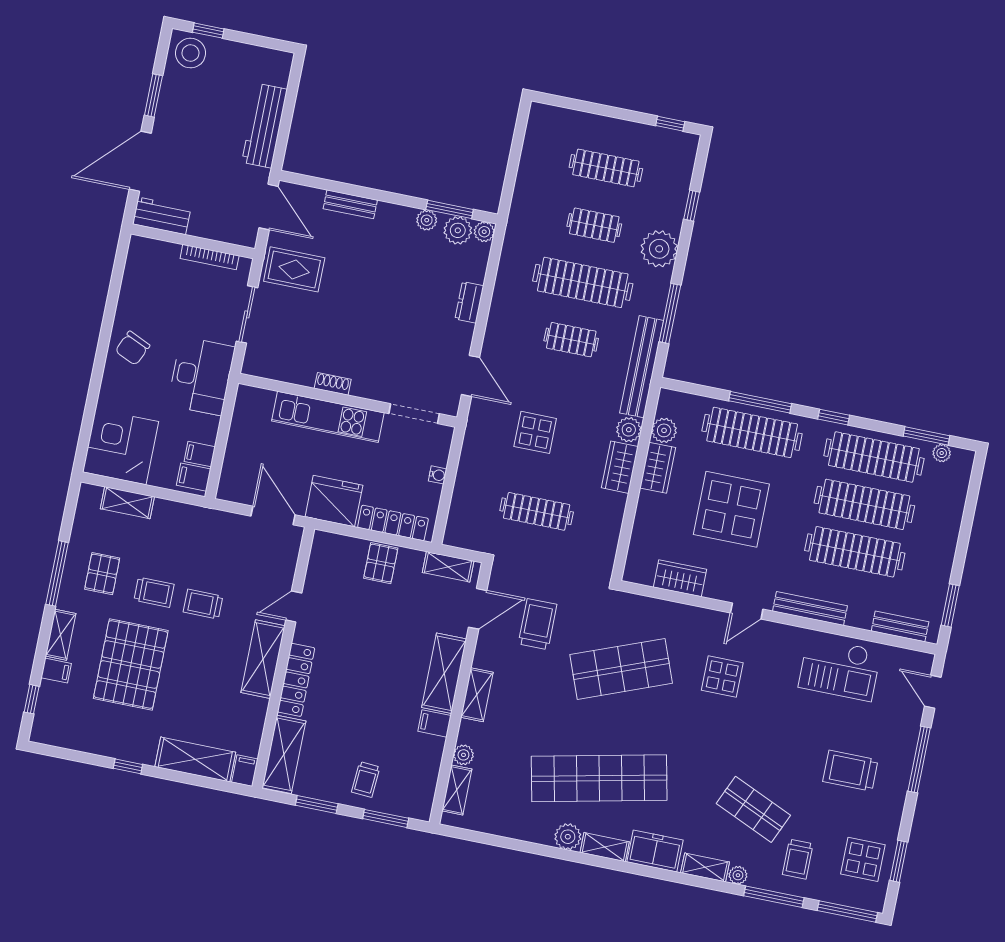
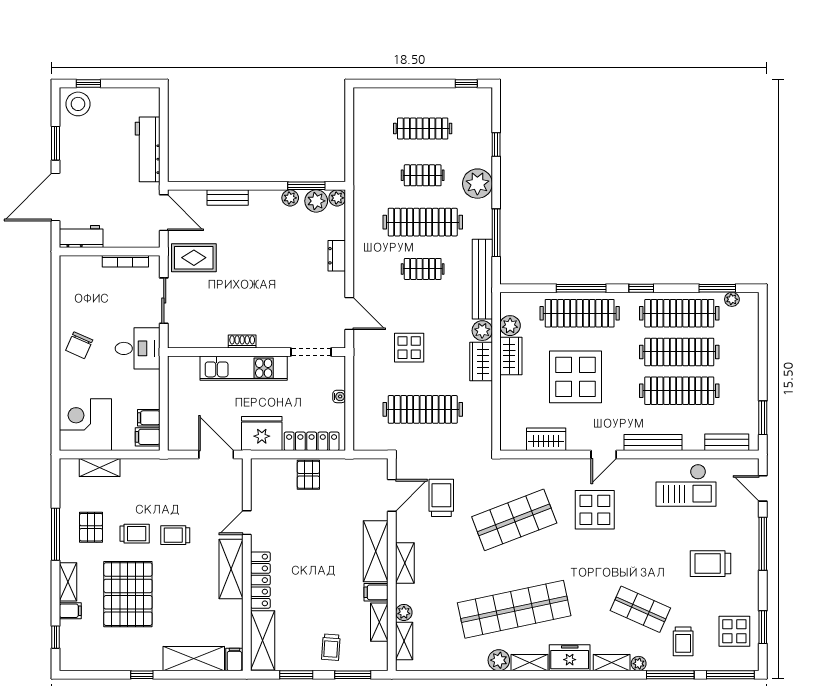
desk: (201, 376) -> (138, 348), width x0.73
clothes rail: (537, 511) -> (423, 409), width x1.37, depth x1.31
shelving: (448, 567) -> (379, 622), moved, turned 90
display table: (722, 676) -> (595, 510), width x1.36, depth x1.36

